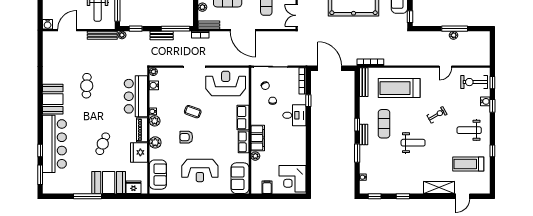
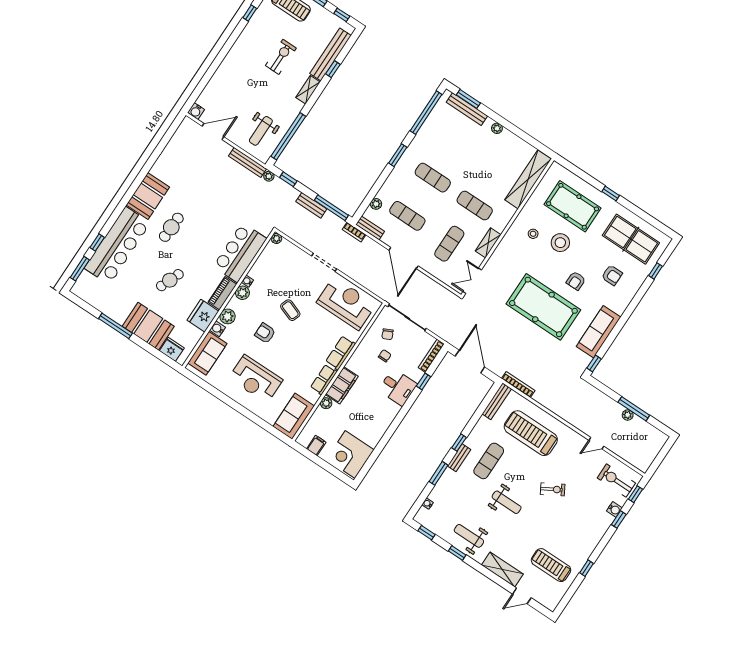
water cooler: (154, 85) -> (217, 329), moved
cafe table: (87, 86) -> (171, 227), moved
weight bench: (469, 130) -> (469, 536), moved

